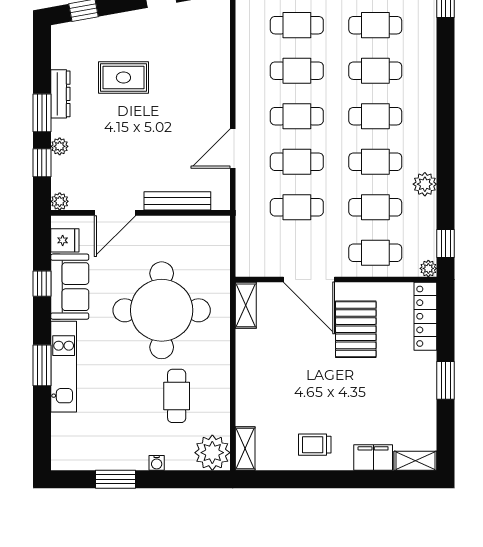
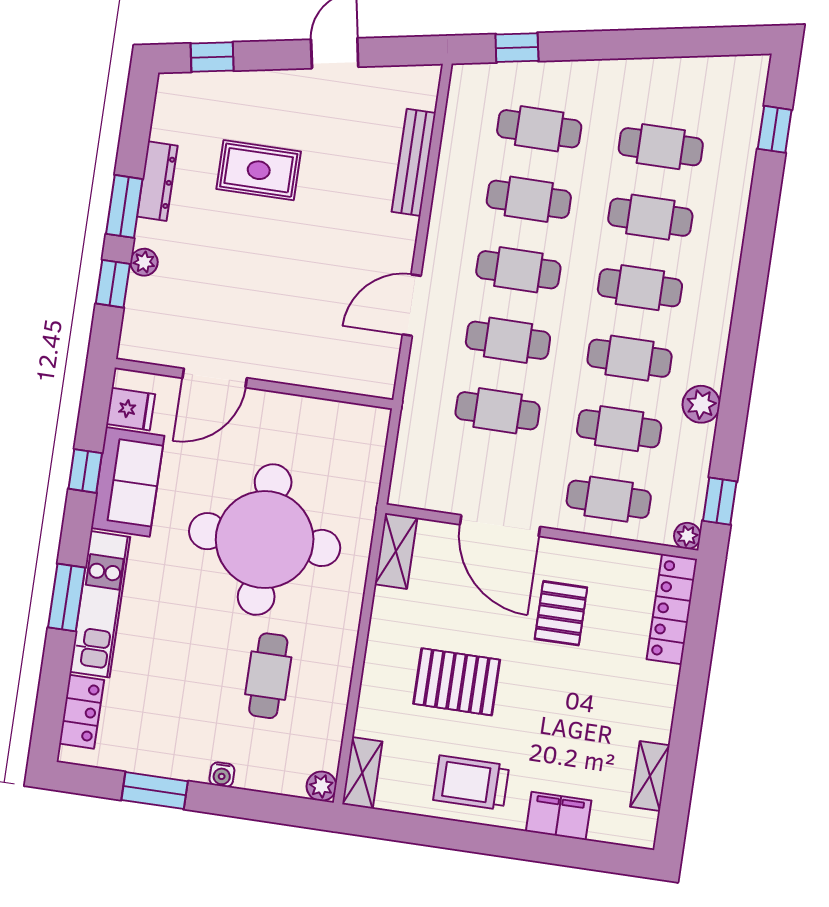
plant: (60, 201) -> (132, 348), removed
bench: (177, 201) -> (414, 162), moved, turned 90
pallet: (356, 329) -> (561, 613), width x0.67, depth x0.71
window: (446, 380) -> (688, 713), removed
pallet: (296, 382) -> (457, 682), added
locker: (62, 436) -> (82, 712), added
trolley: (315, 445) -> (471, 783), width x1.36, depth x1.39
plant: (212, 453) -> (321, 786), width x0.53, depth x0.53
shelving: (415, 461) -> (650, 776), moved, turned 90

